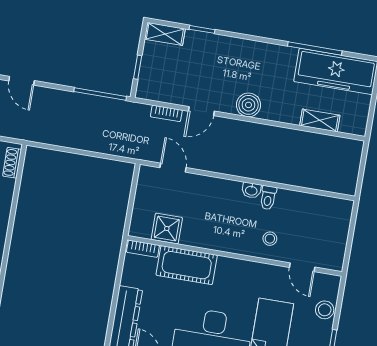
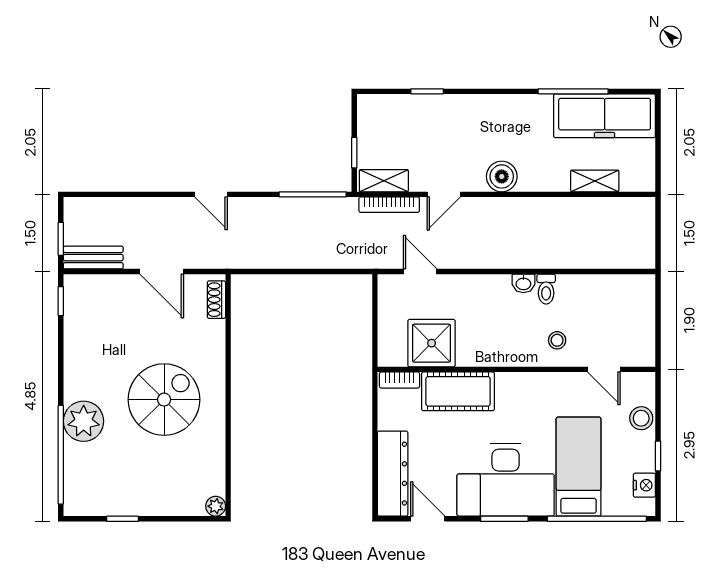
shelving: (165, 34) -> (384, 181), moved
bookcase: (166, 113) -> (389, 205), width x1.56
shower: (167, 228) -> (432, 343), width x1.36, depth x1.36

